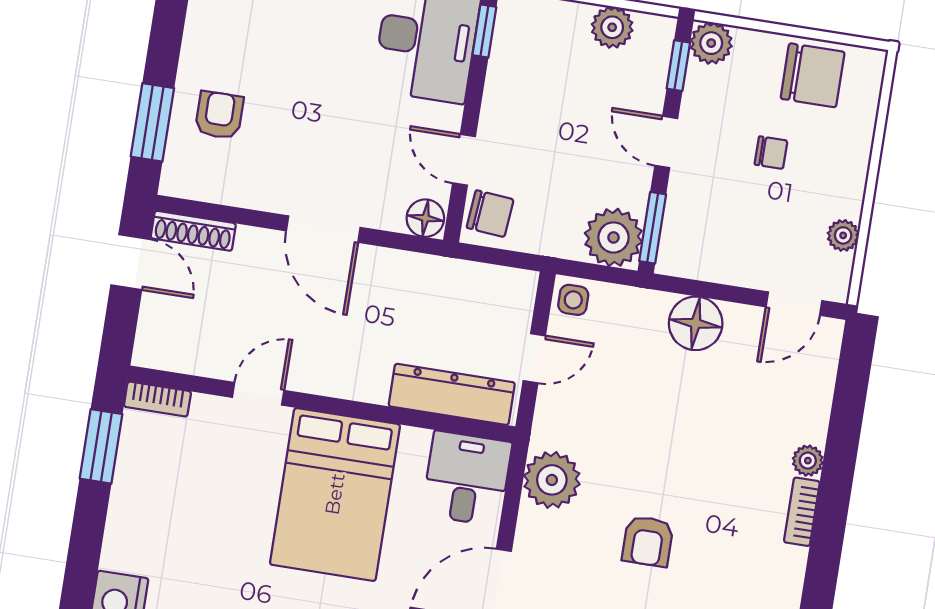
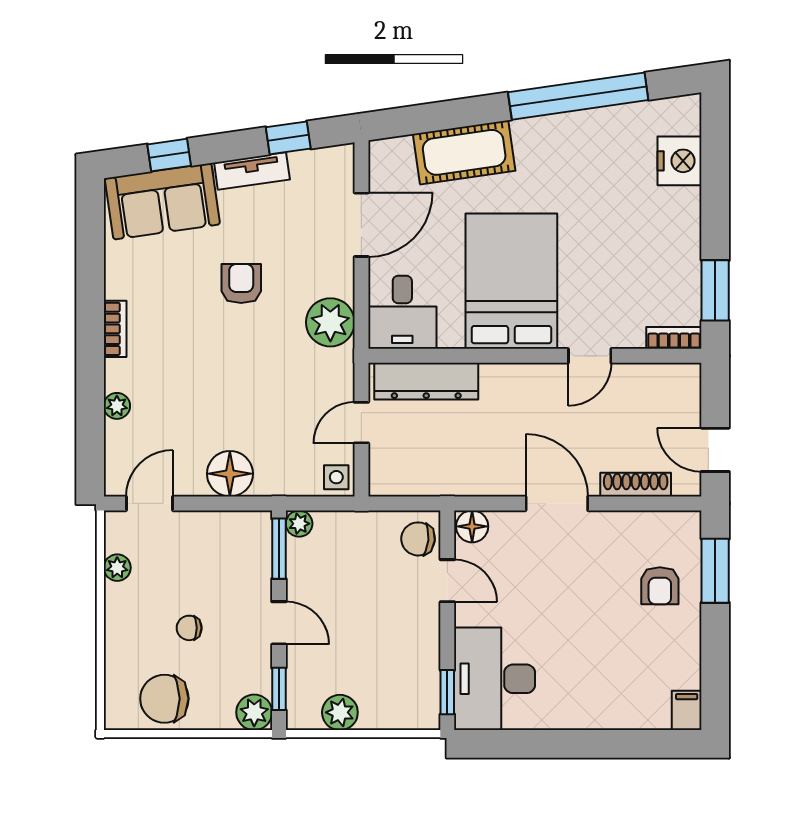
shoe rack: (193, 231) -> (636, 485), moved
plant: (613, 237) -> (299, 524), width x0.53, depth x0.53
plant: (808, 461) -> (117, 406), moved

